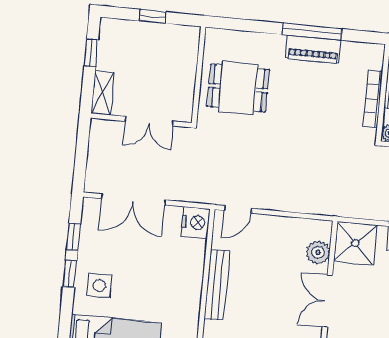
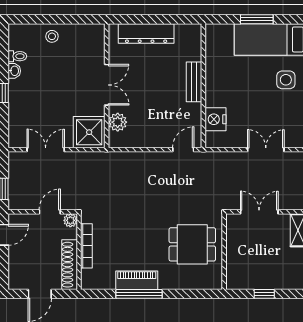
double door: (133, 199) -> (266, 150), width x0.73
nightstand: (195, 222) -> (215, 119), moved
bench: (217, 285) -> (194, 82), width x0.73

